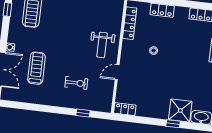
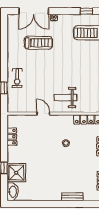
exercise bike: (76, 83) -> (17, 78), moved
locker: (125, 109) -> (12, 137), moved

